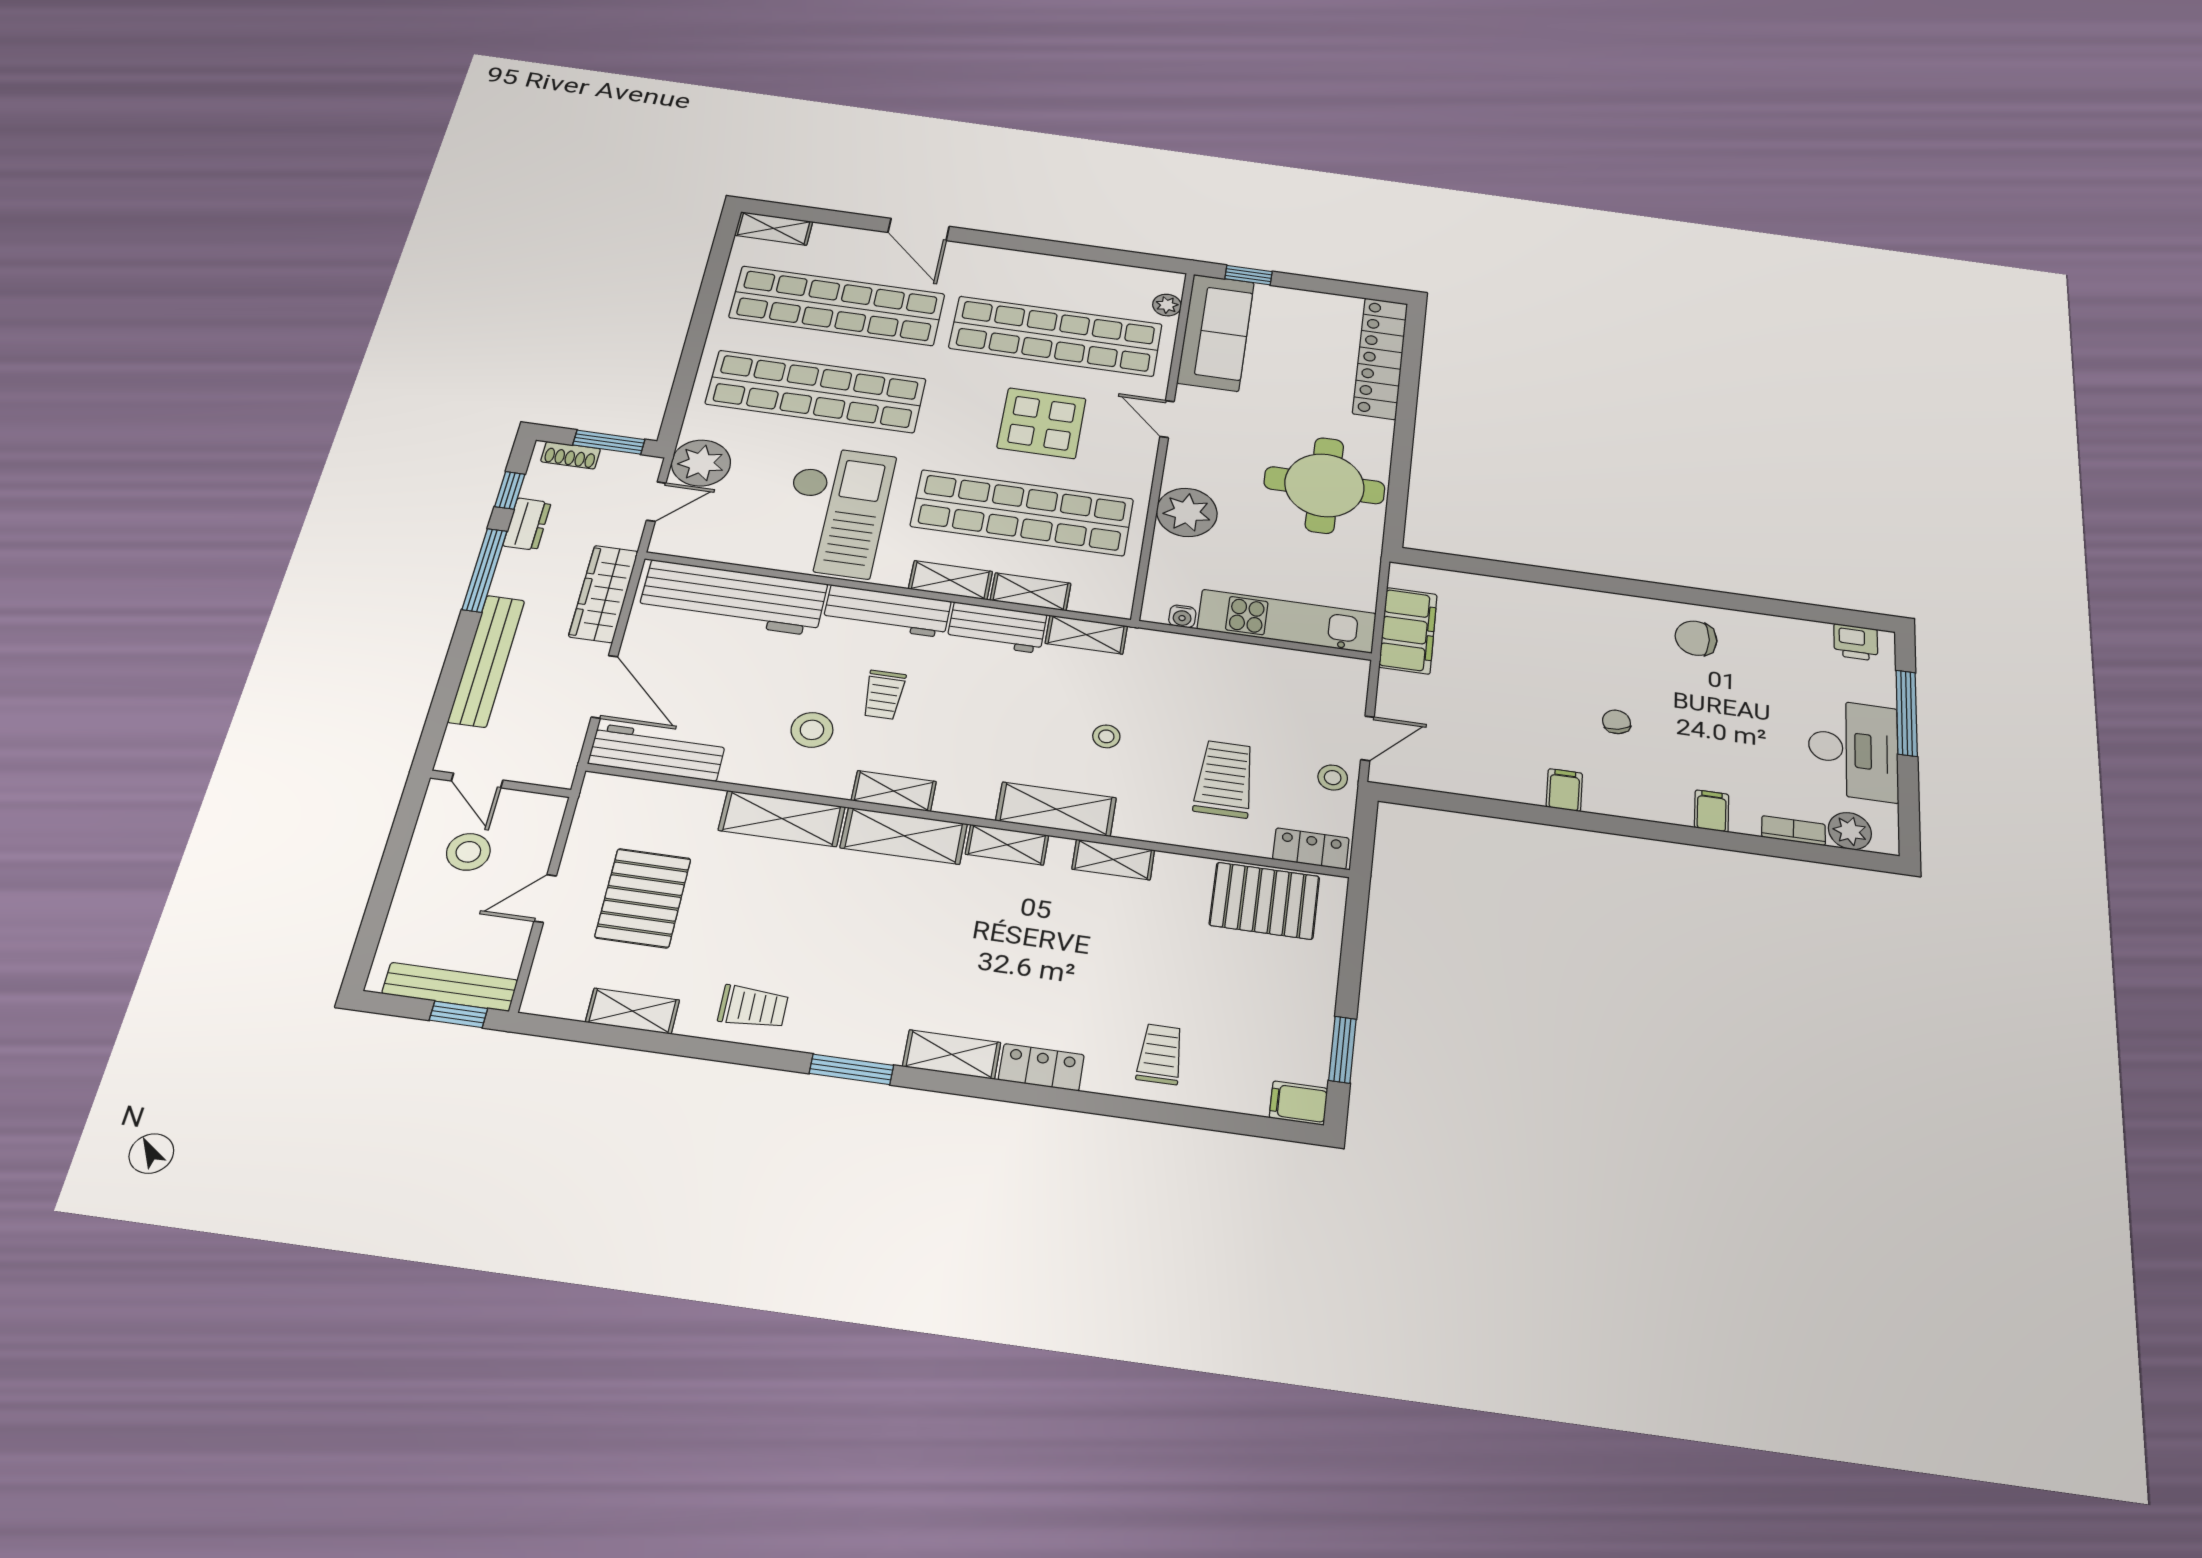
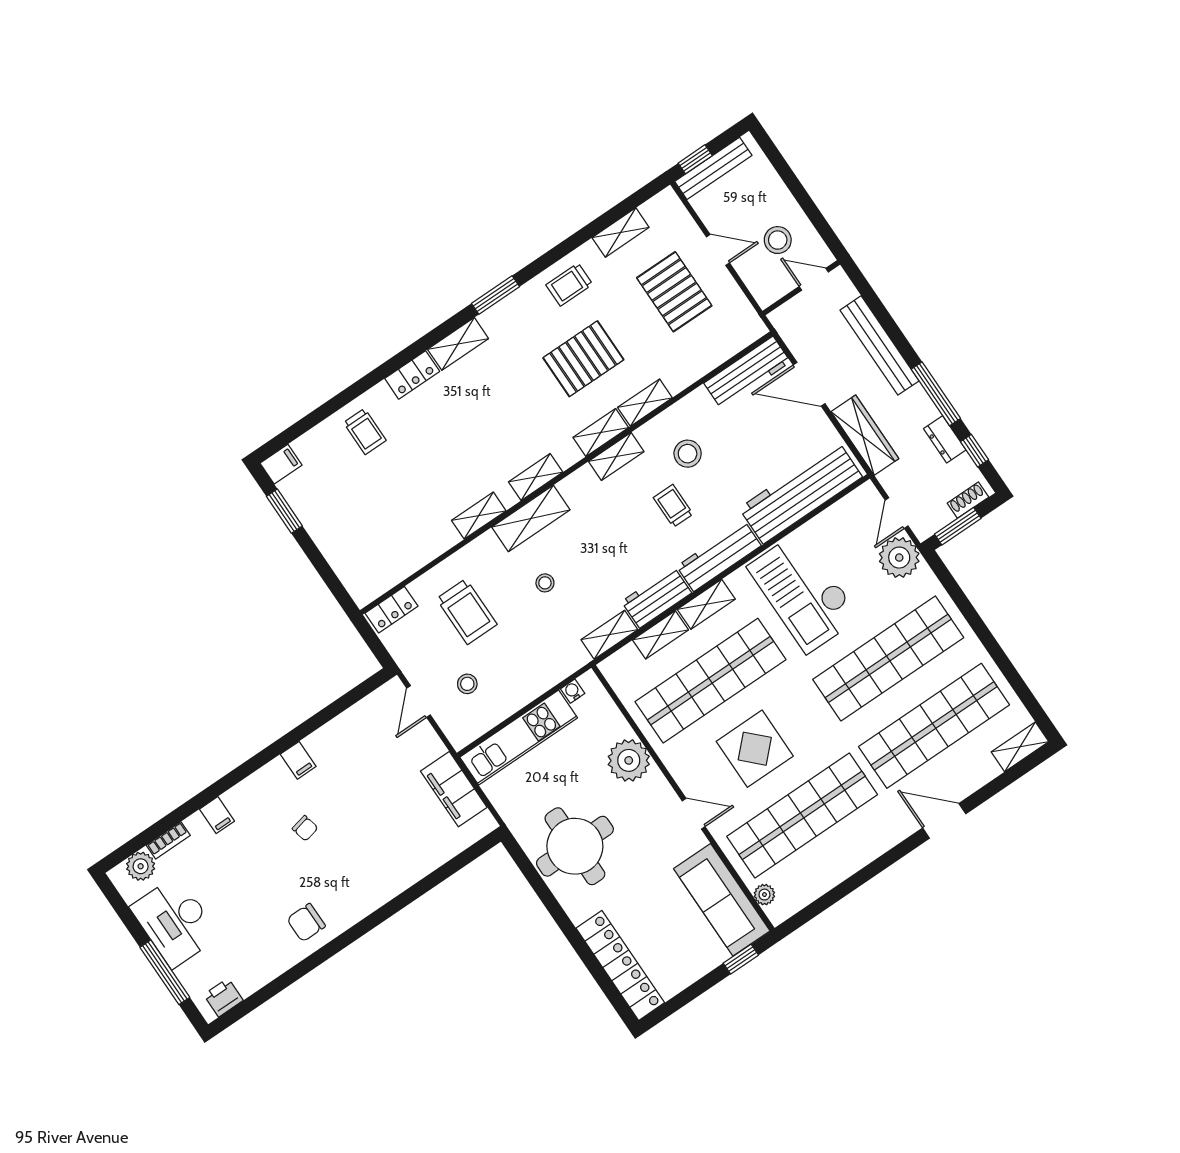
chair: (1696, 638) -> (306, 923), turned 180
stool: (1333, 778) -> (467, 684), moved
shelving: (782, 819) -> (645, 403), width x0.67, depth x0.75
shelving: (904, 836) -> (601, 432), width x0.67, depth x0.75
door: (545, 898) -> (718, 250), hinge flipped
pallet: (1265, 901) -> (583, 359), moved

